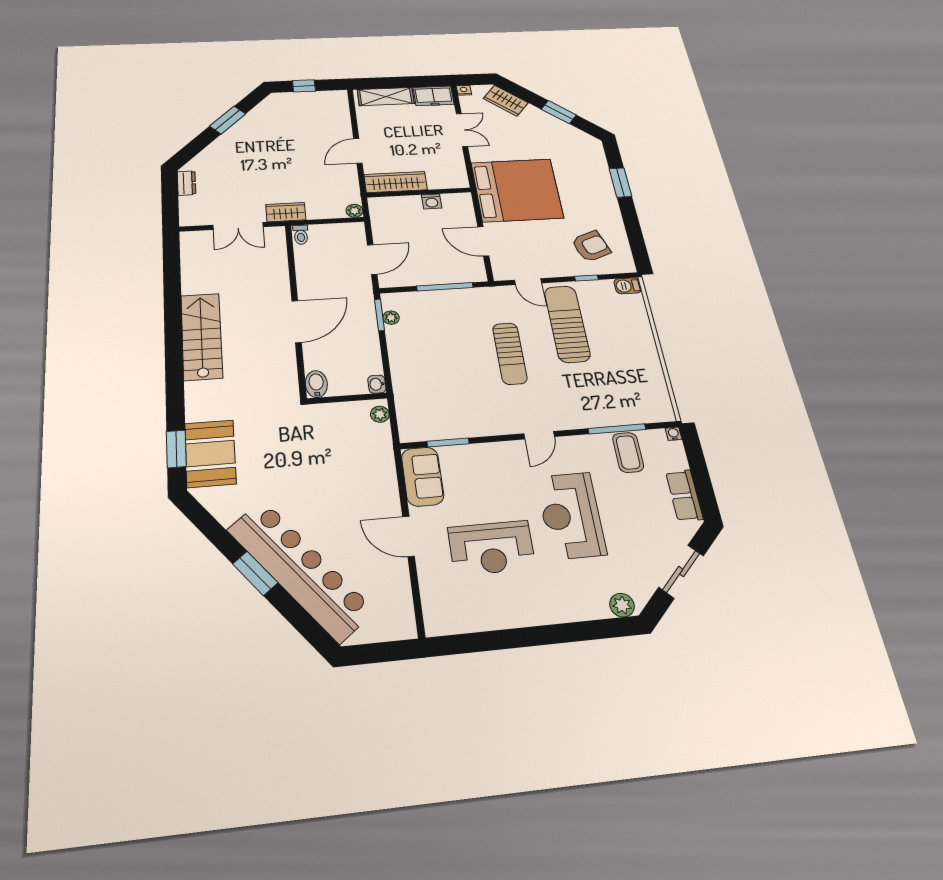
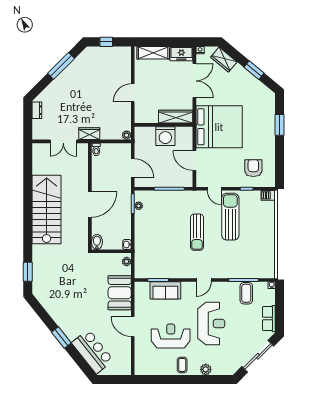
window: (228, 120) -> (61, 66), width x1.44
double door: (462, 130) -> (194, 81), width x1.37
wardrobe: (396, 182) -> (176, 117), moved
washing machine: (432, 201) -> (165, 136), width x1.89, depth x1.89
armchair: (591, 246) -> (253, 168), turned -70
door: (372, 259) -> (133, 168), hinge flipped
stairs: (202, 336) -> (47, 210), width x1.36, depth x1.51
booth: (210, 454) -> (120, 293), moved
sofa: (423, 476) -> (165, 290), moved, turned 90
reception desk: (571, 515) -> (211, 324), turned 180
reception desk: (492, 548) -> (171, 336), turned 180
bar counter: (300, 570) -> (92, 351), width x0.54
sliding door: (681, 572) -> (258, 356), width x1.37
coffee table: (526, 605) -> (182, 365), added
plant: (622, 605) -> (206, 369), moved

